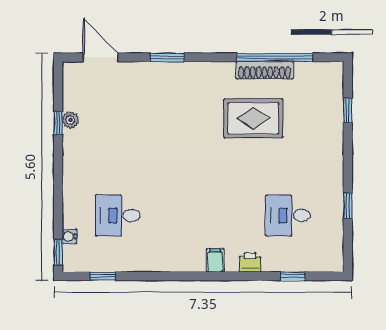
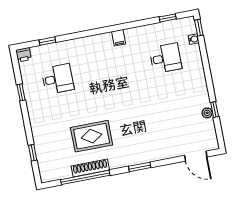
window: (167, 57) -> (140, 167), moved
filing cabinet: (215, 260) -> (119, 38), moved
printer: (250, 262) -> (23, 55), moved

